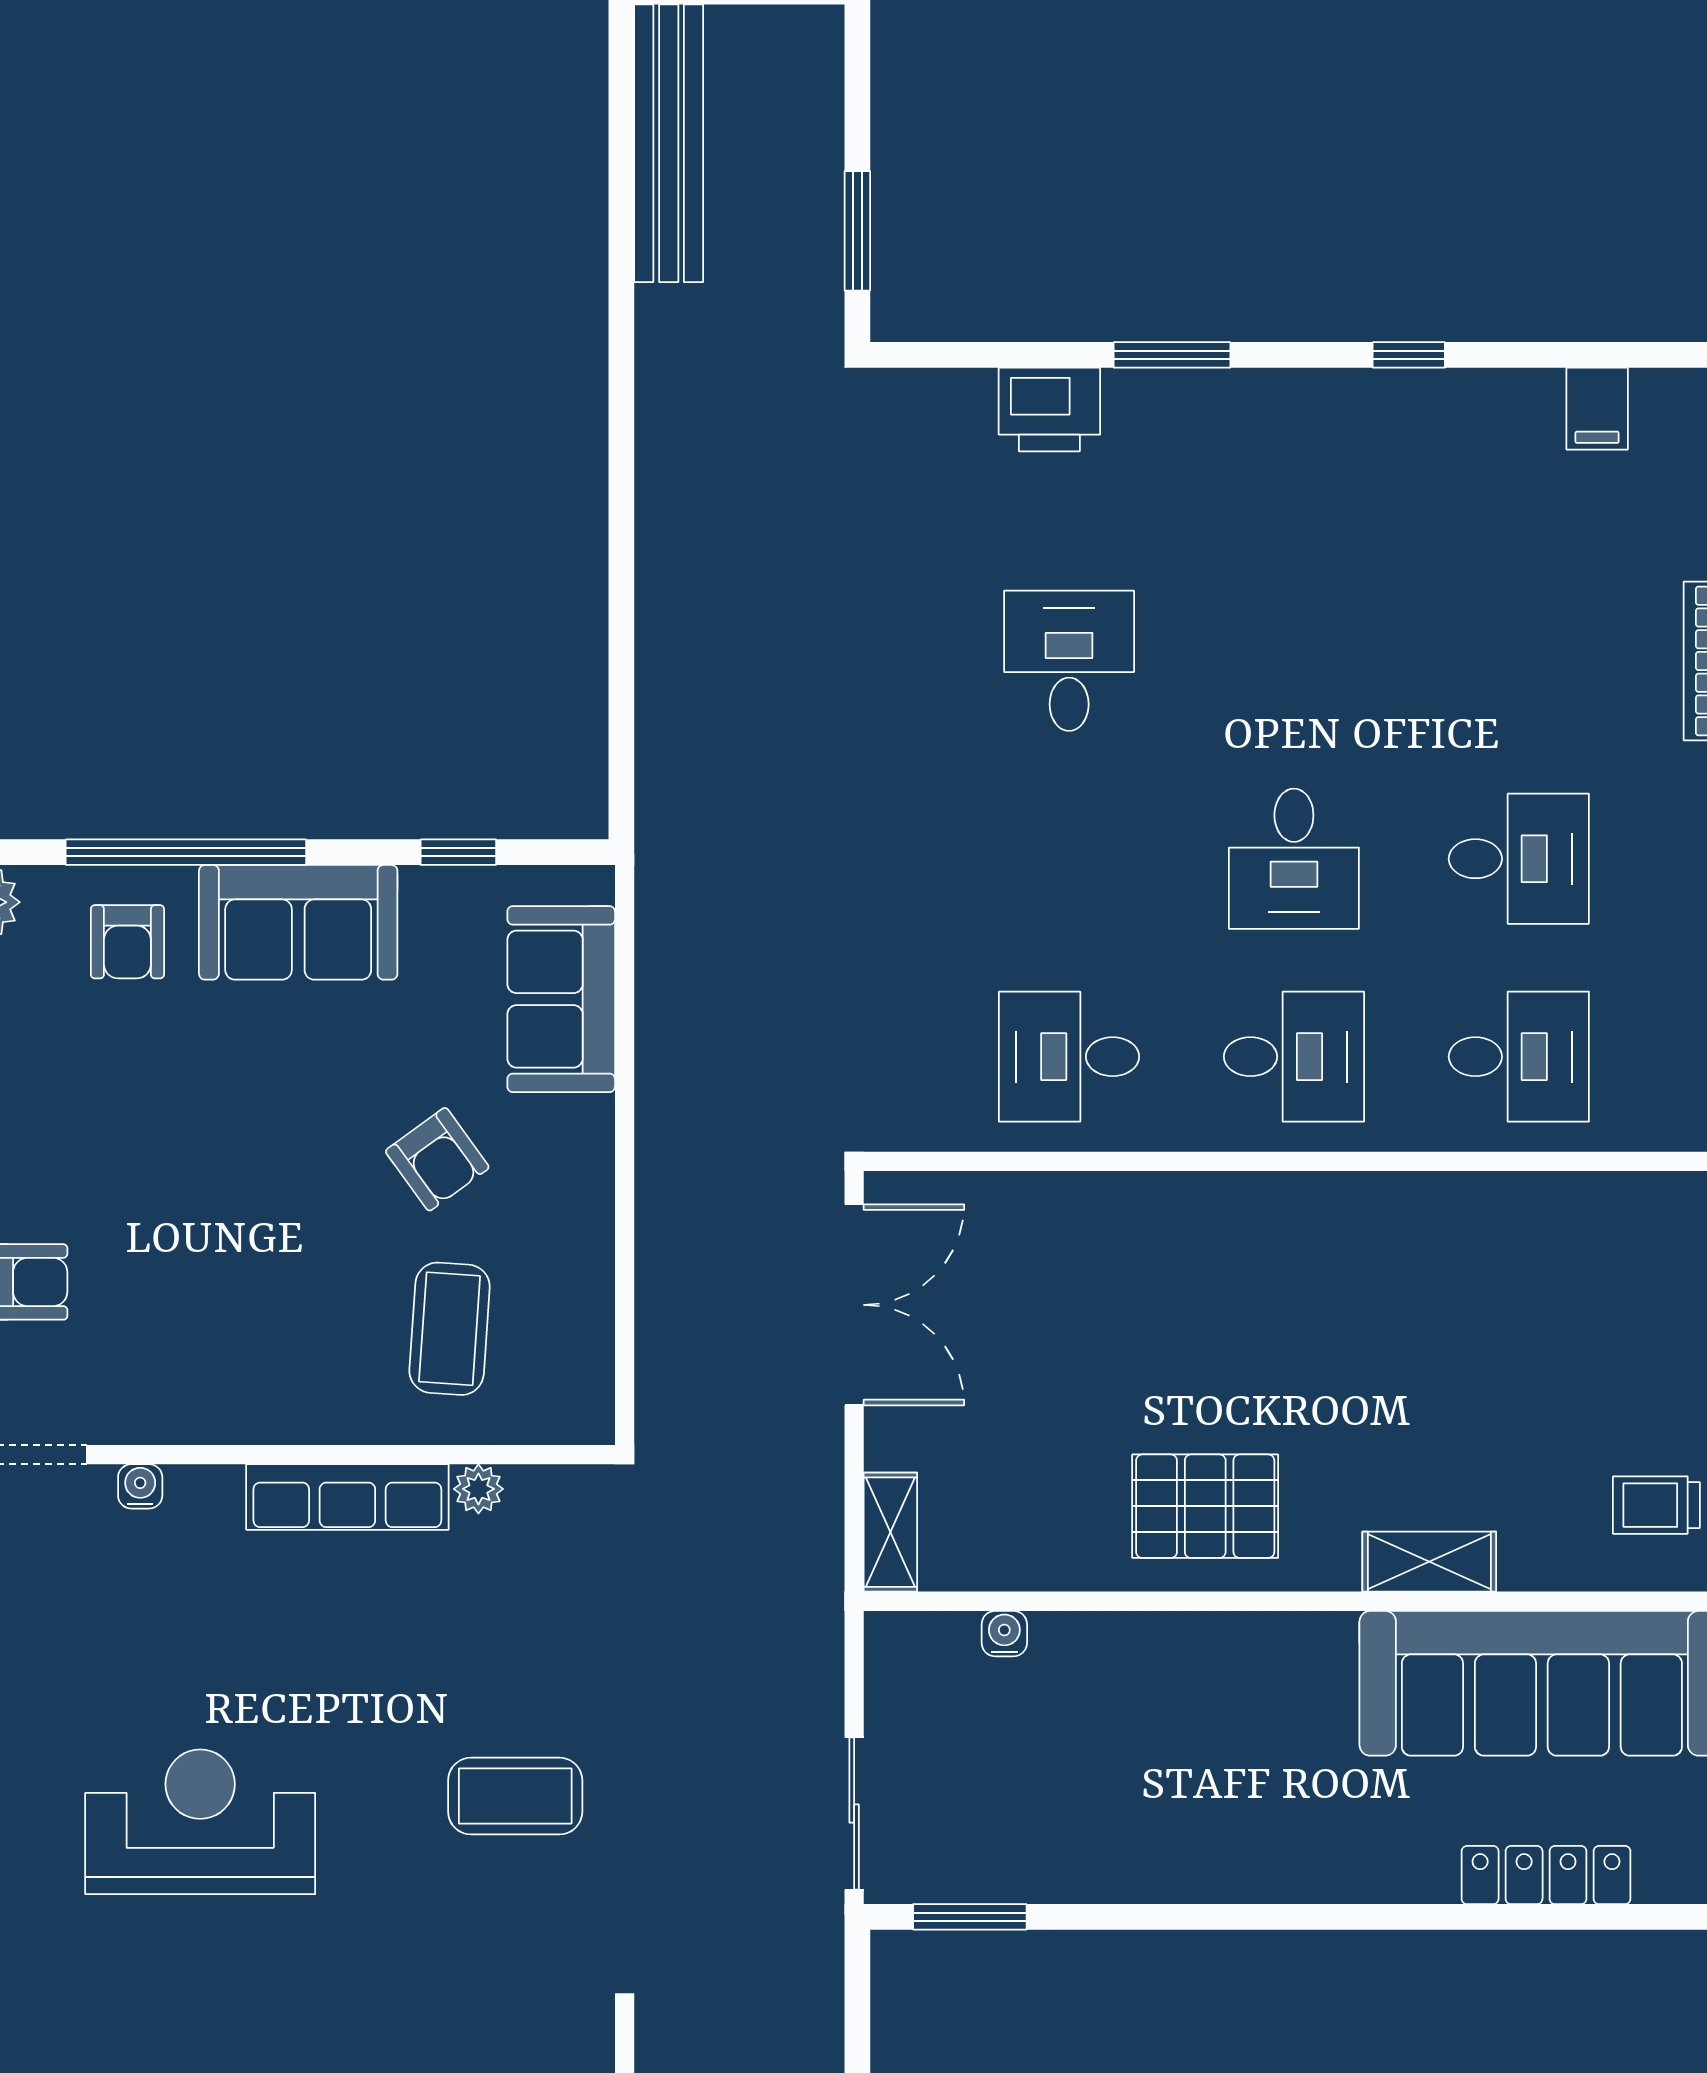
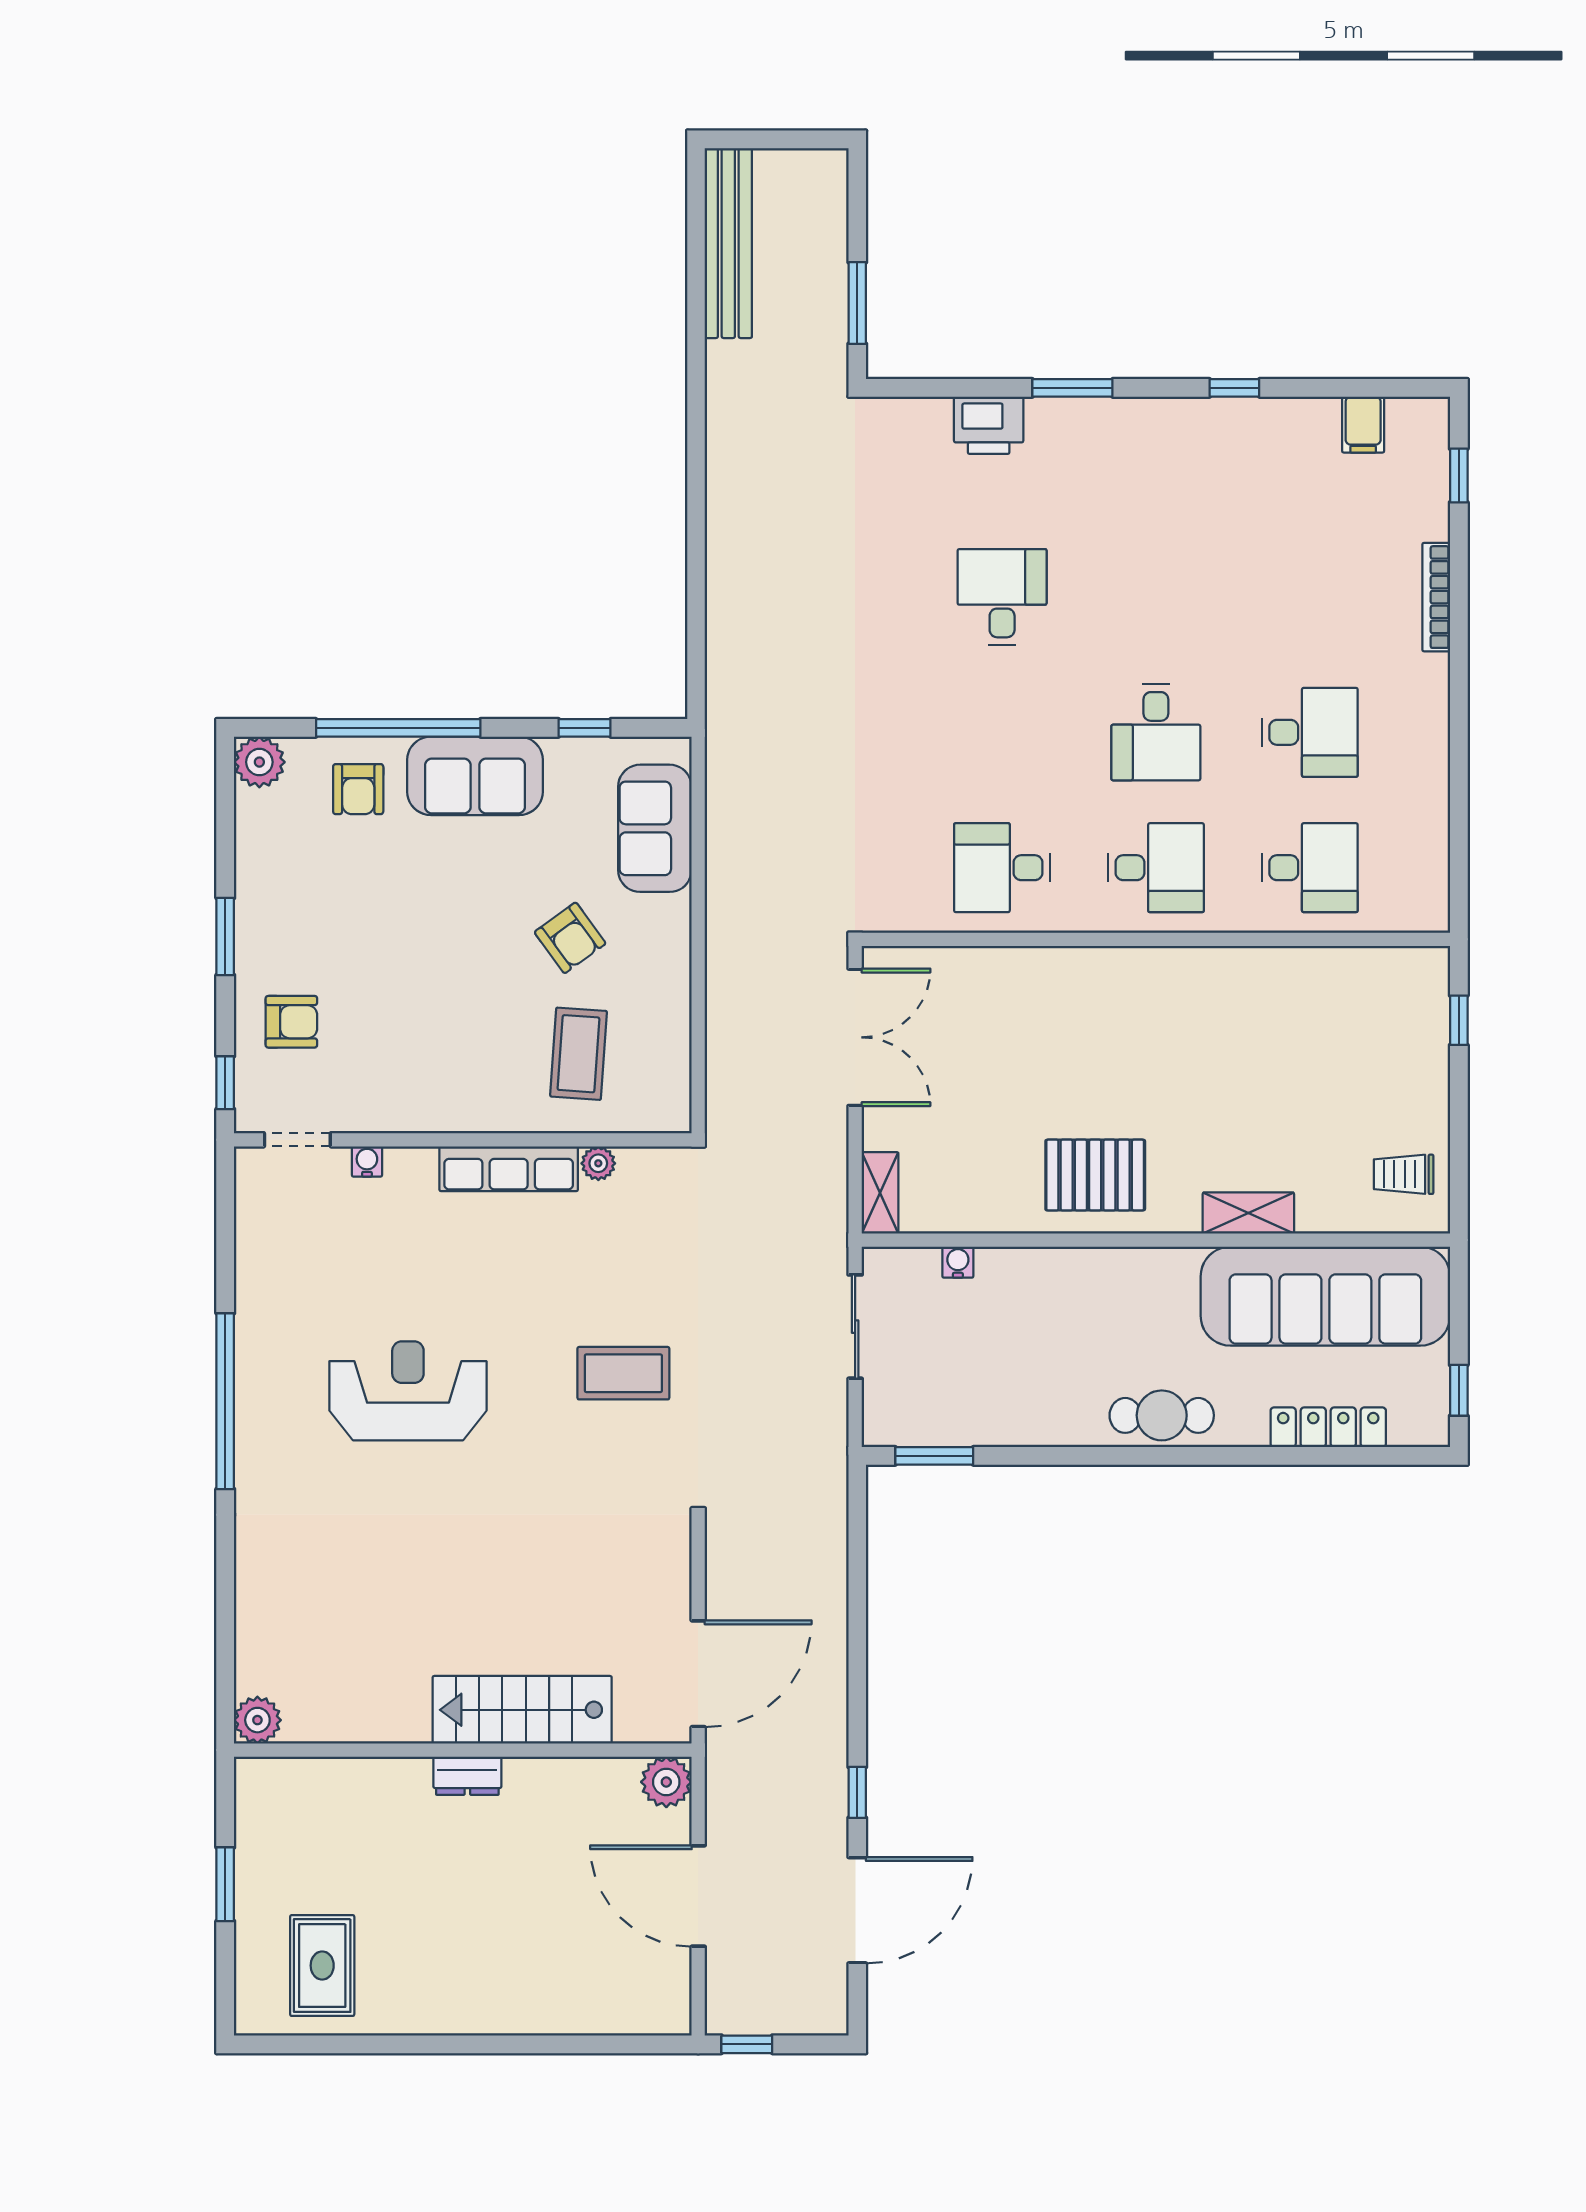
sliding door: (854, 1814) -> (855, 1327), moved
cafe table: (1303, 1858) -> (1162, 1415), added

